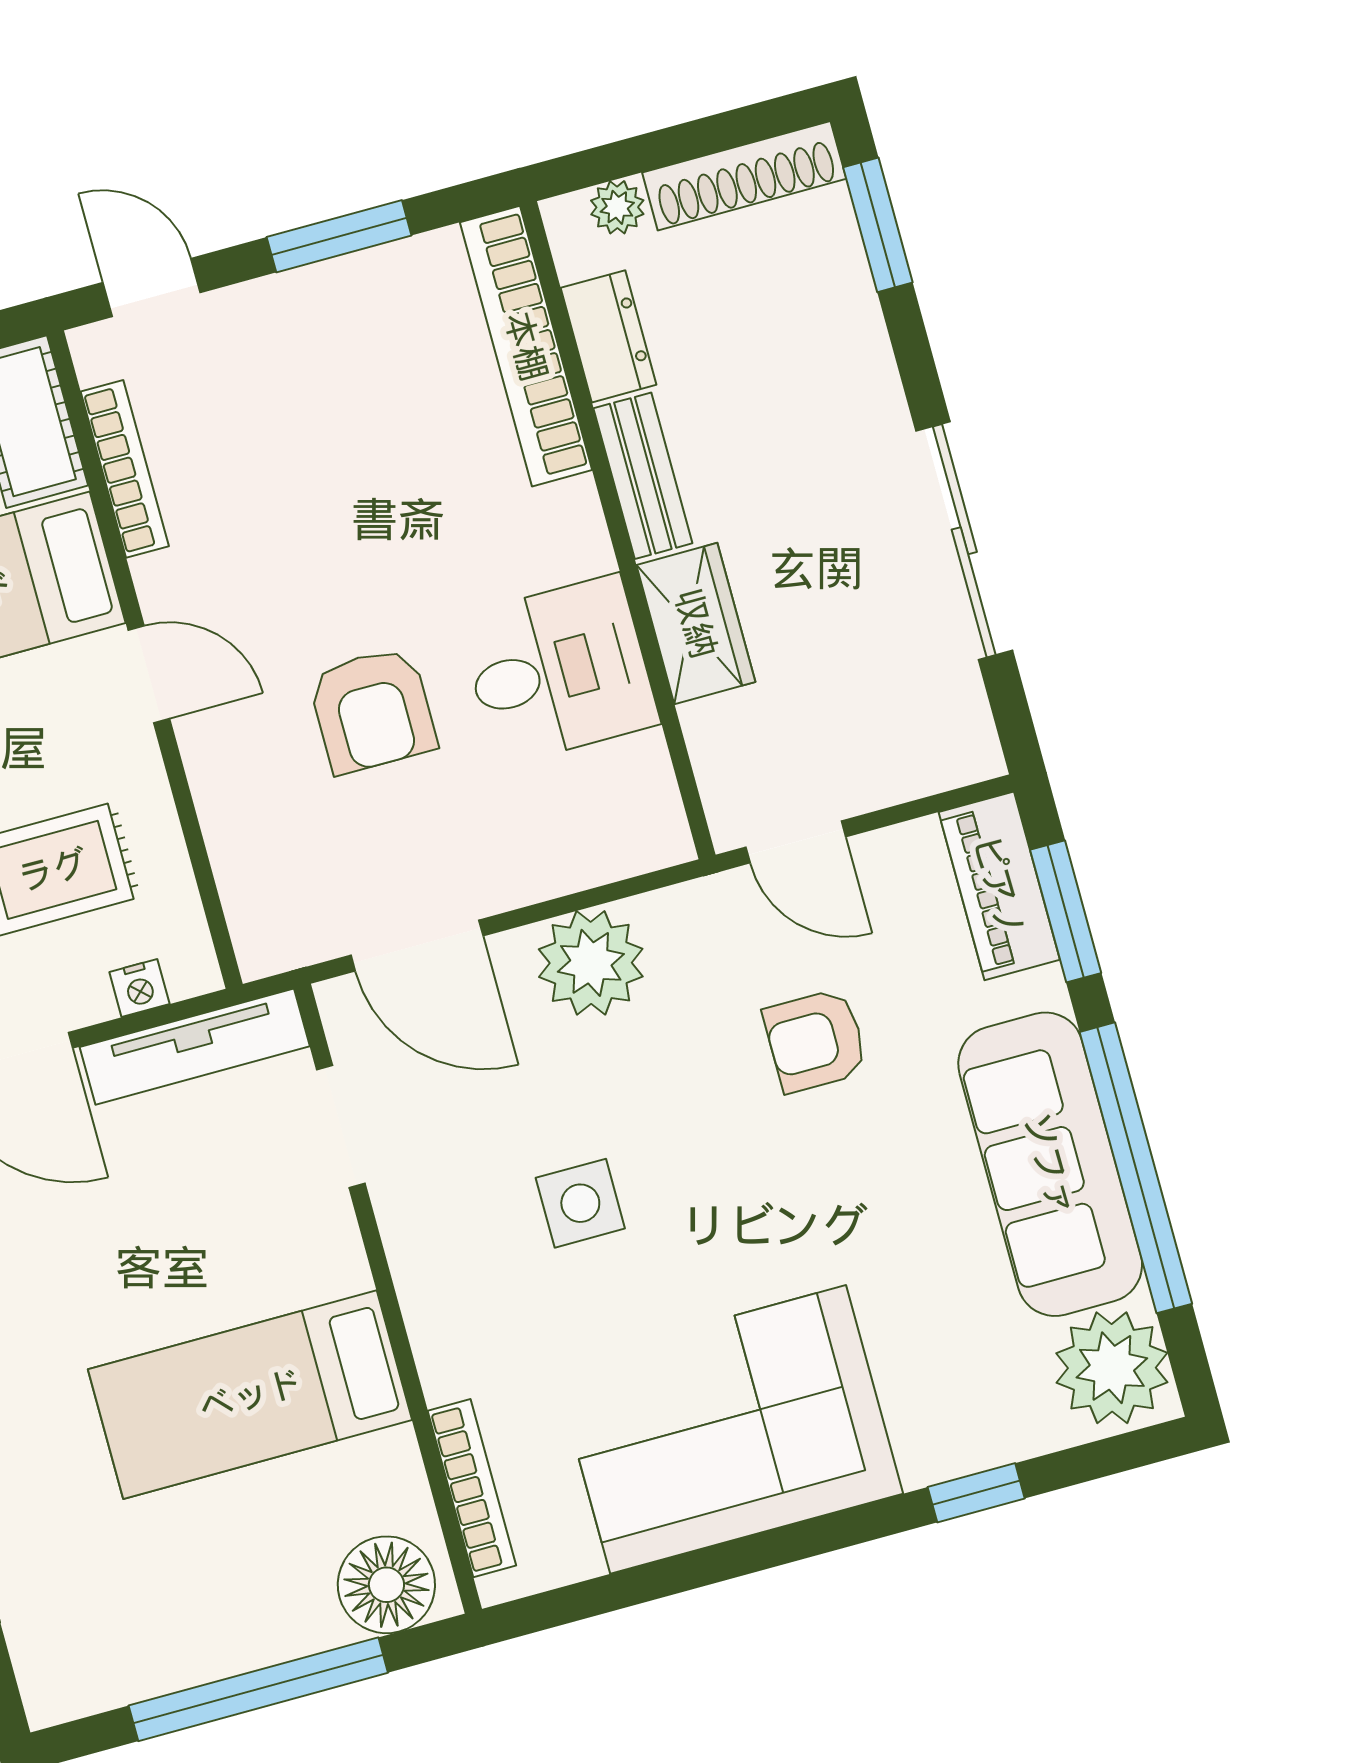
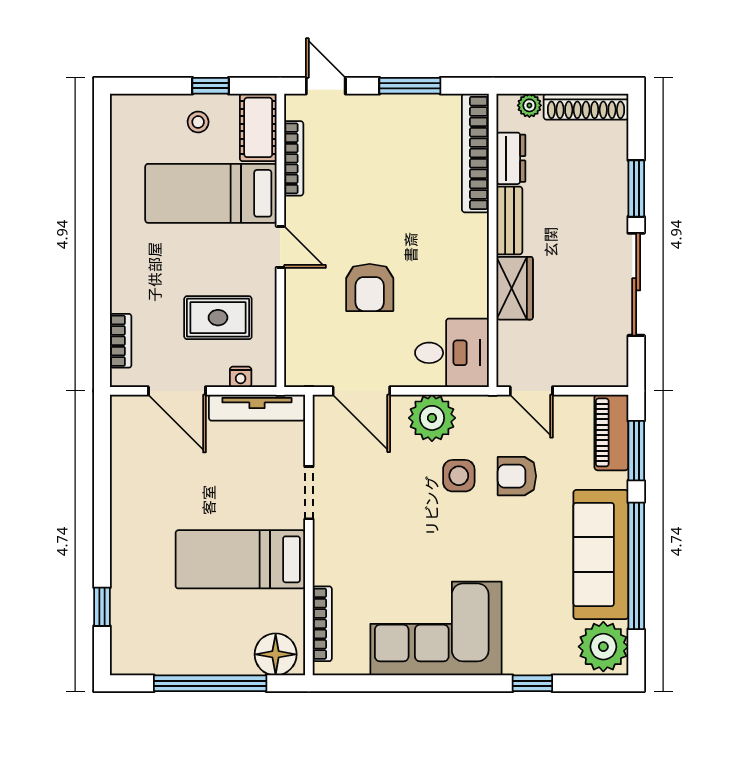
window: (878, 225) -> (636, 188), moved
desk: (559, 670) -> (452, 353), moved
doorway: (341, 1127) -> (309, 493), moved
side table: (580, 1203) -> (459, 476), moved

